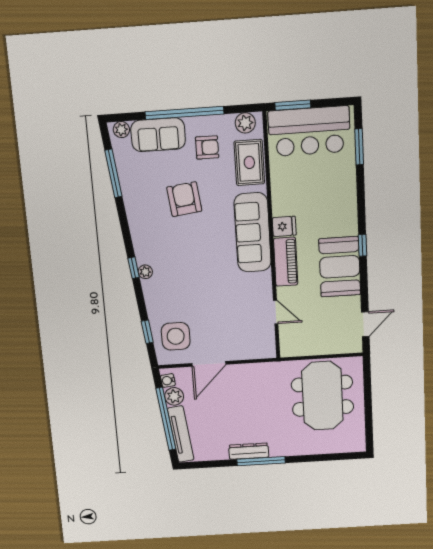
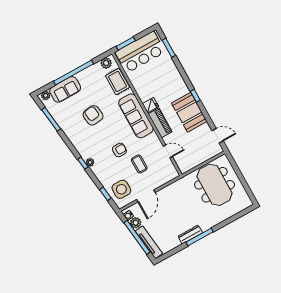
armchair: (207, 147) -> (119, 150), moved
coffee table: (222, 311) -> (139, 164), added
door: (365, 324) -> (218, 136), hinge flipped

